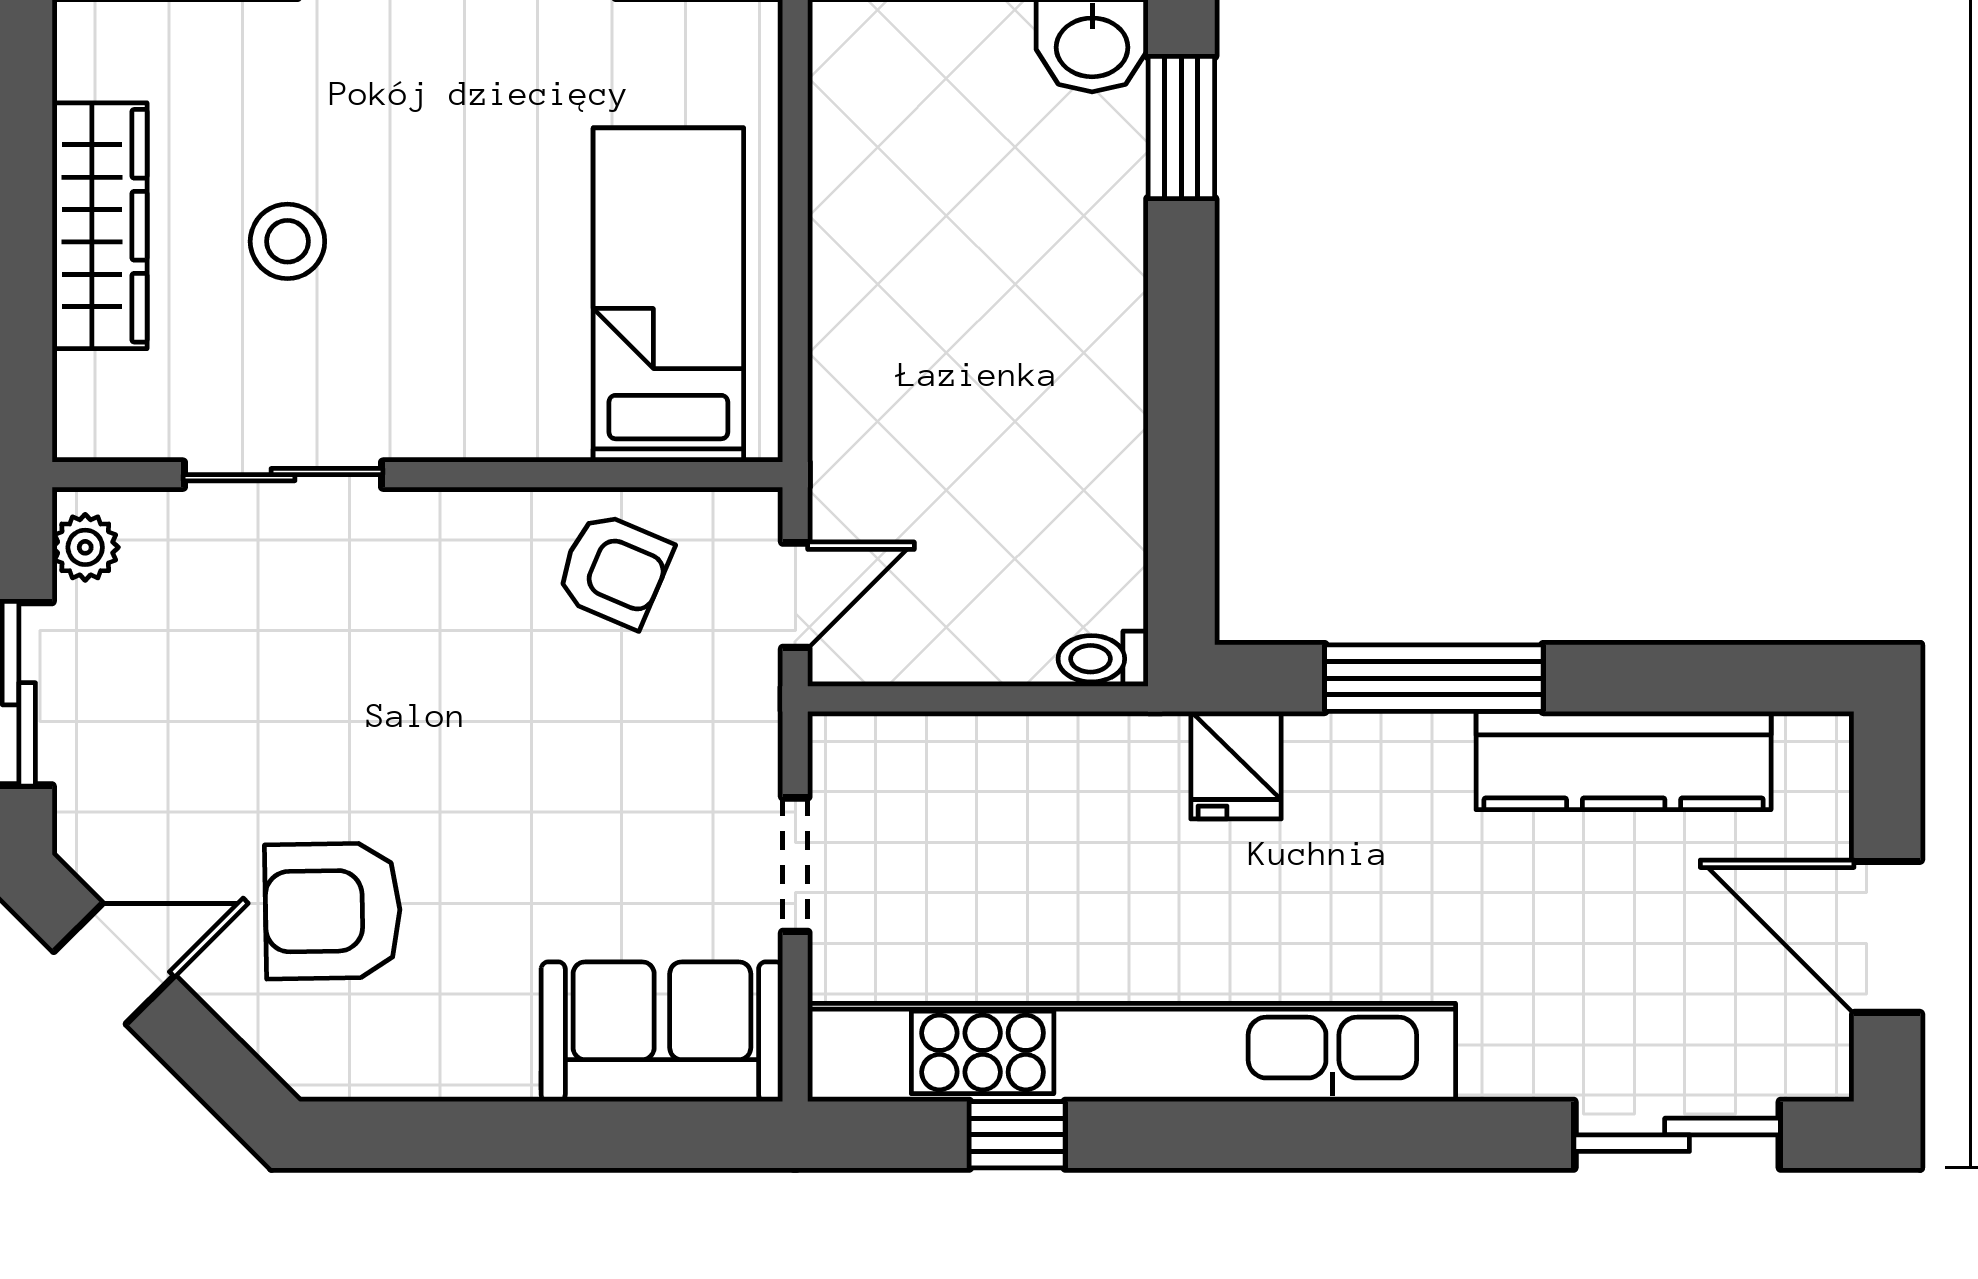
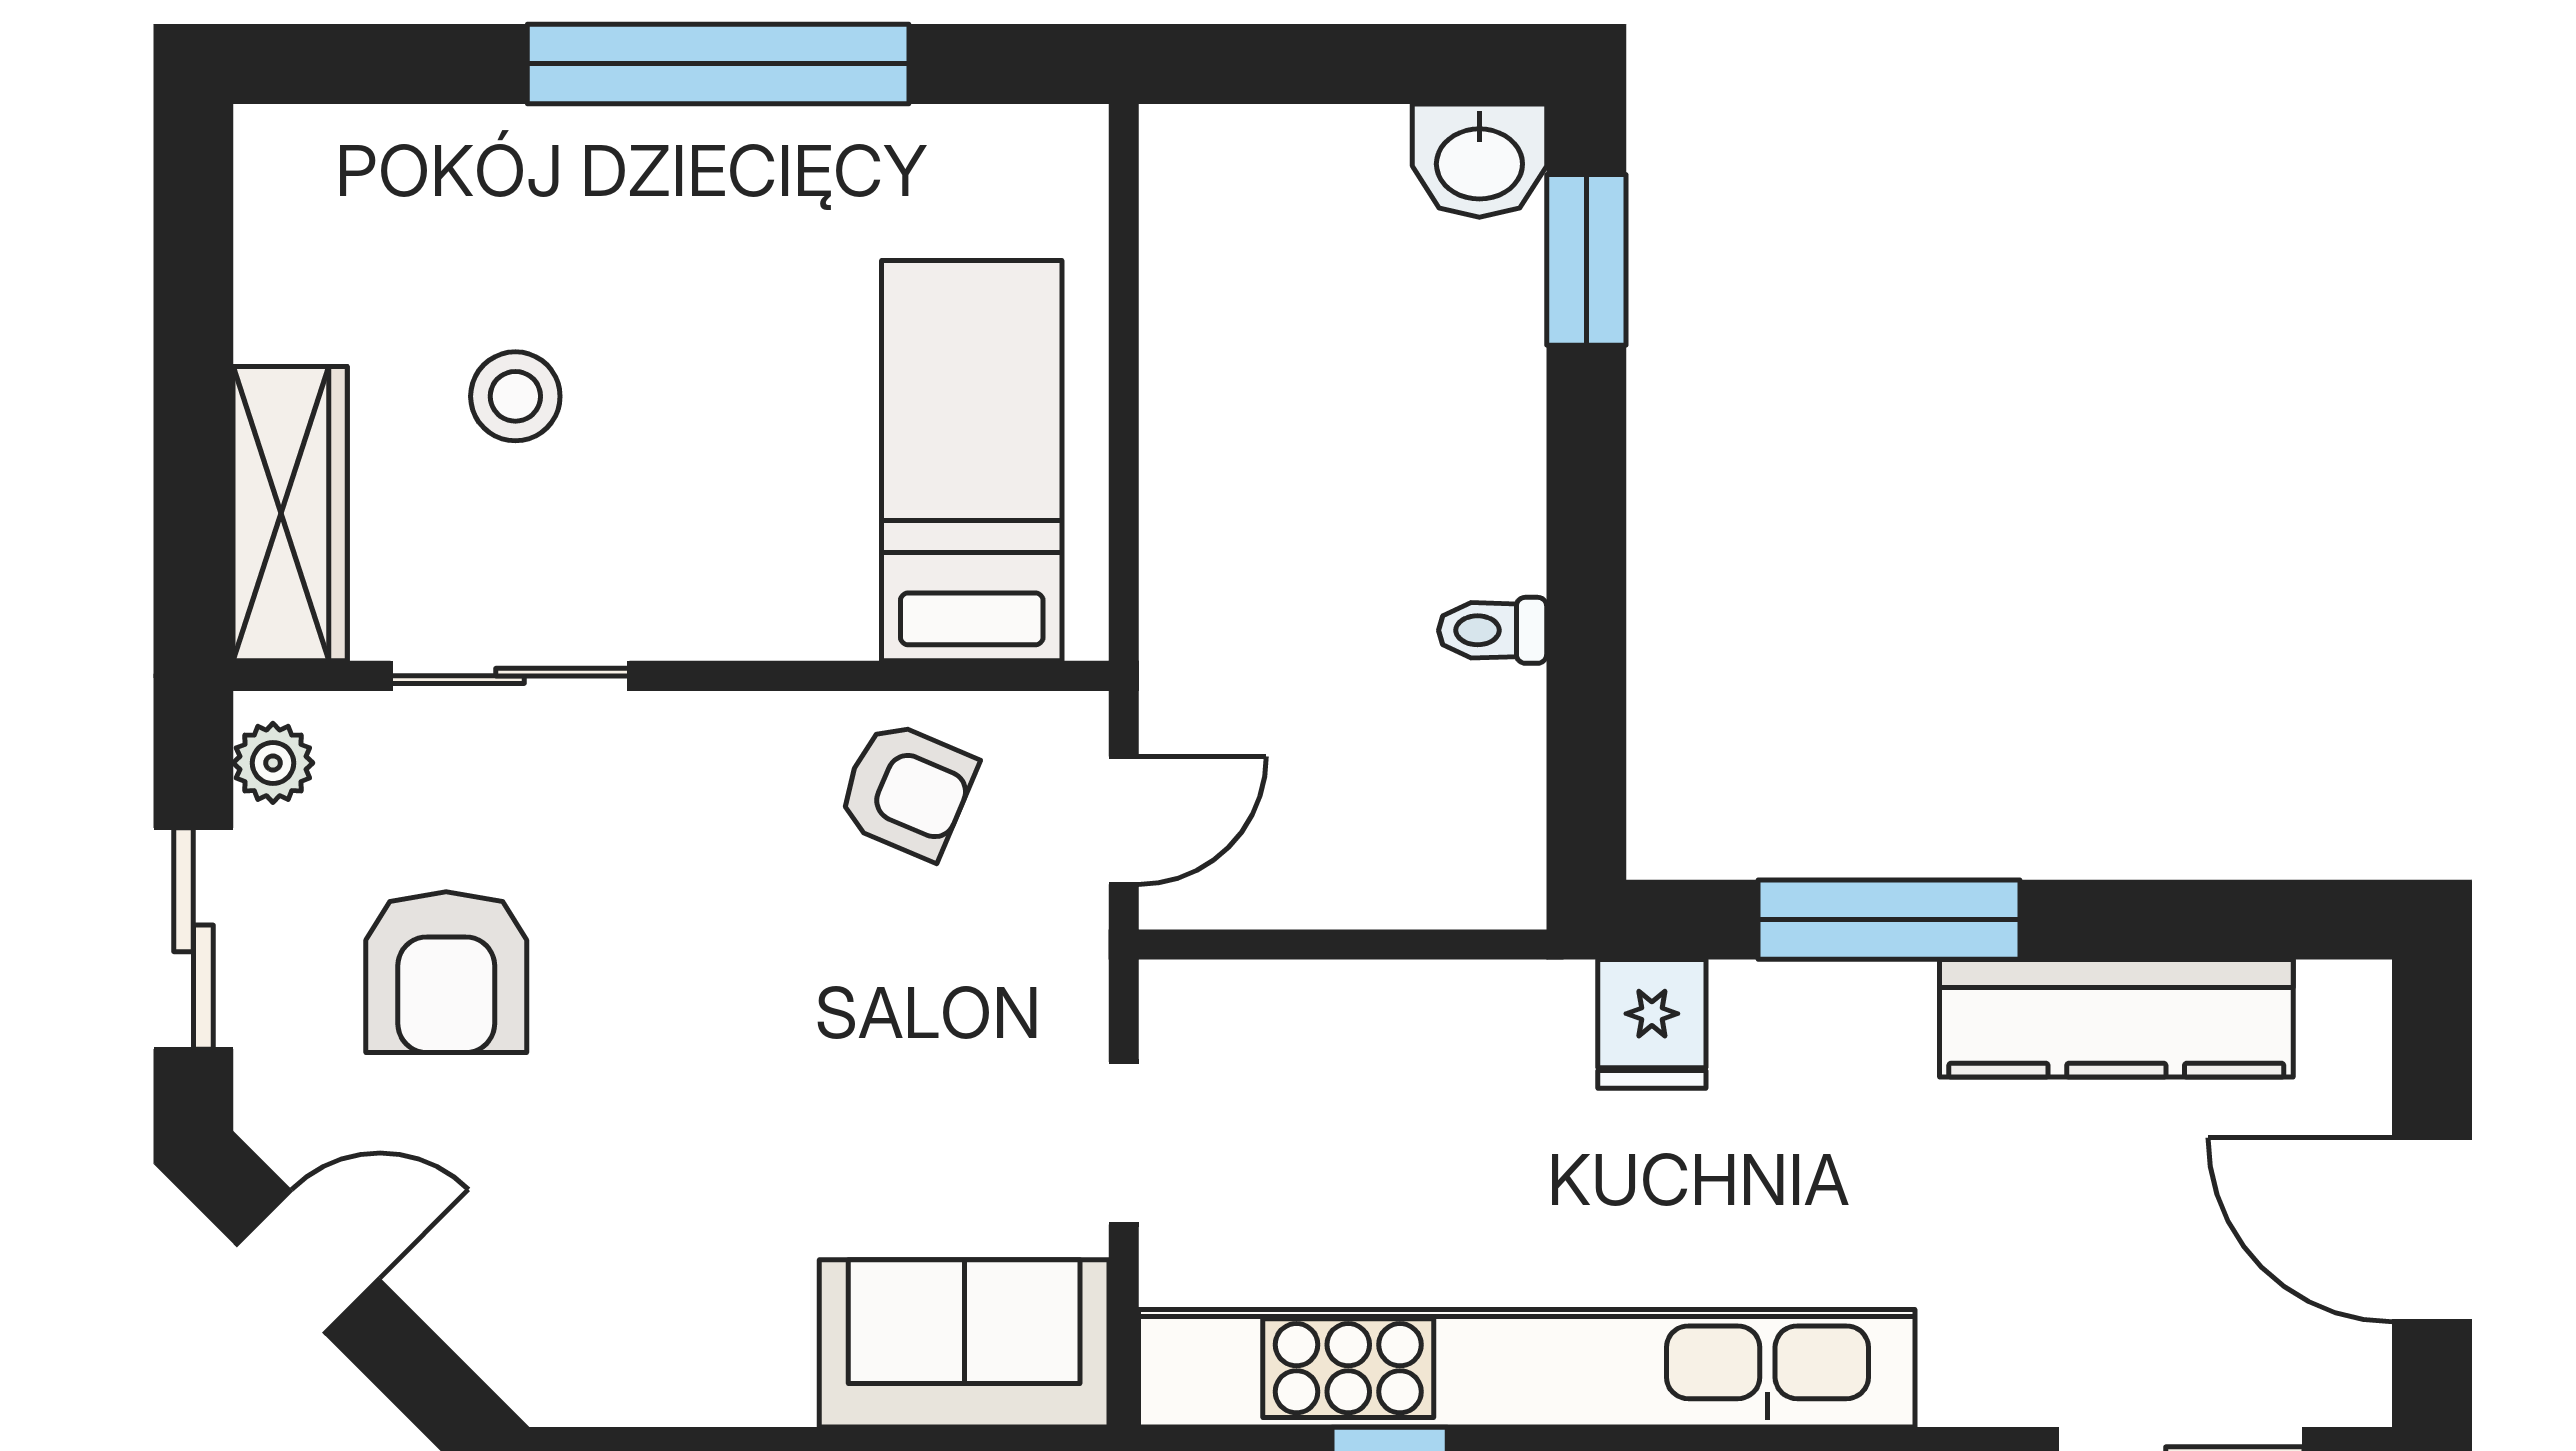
wardrobe: (100, 226) -> (290, 514), moved
toilet: (1103, 659) -> (1493, 630), moved
armchair: (333, 911) -> (446, 972), moved, turned -89

